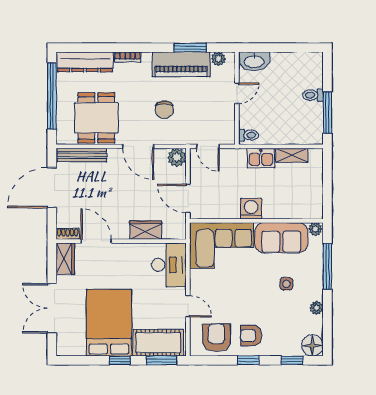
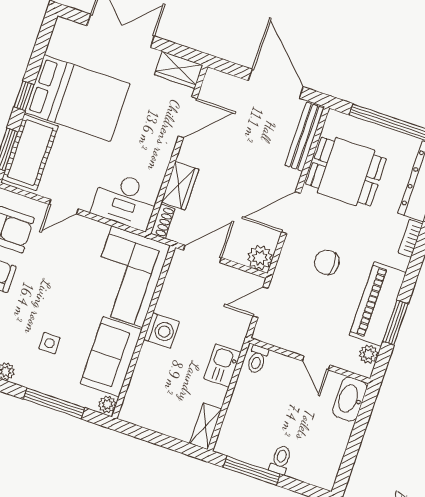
shelving: (292, 155) -> (206, 426), moved
shoe rack: (68, 234) -> (163, 221), moved

